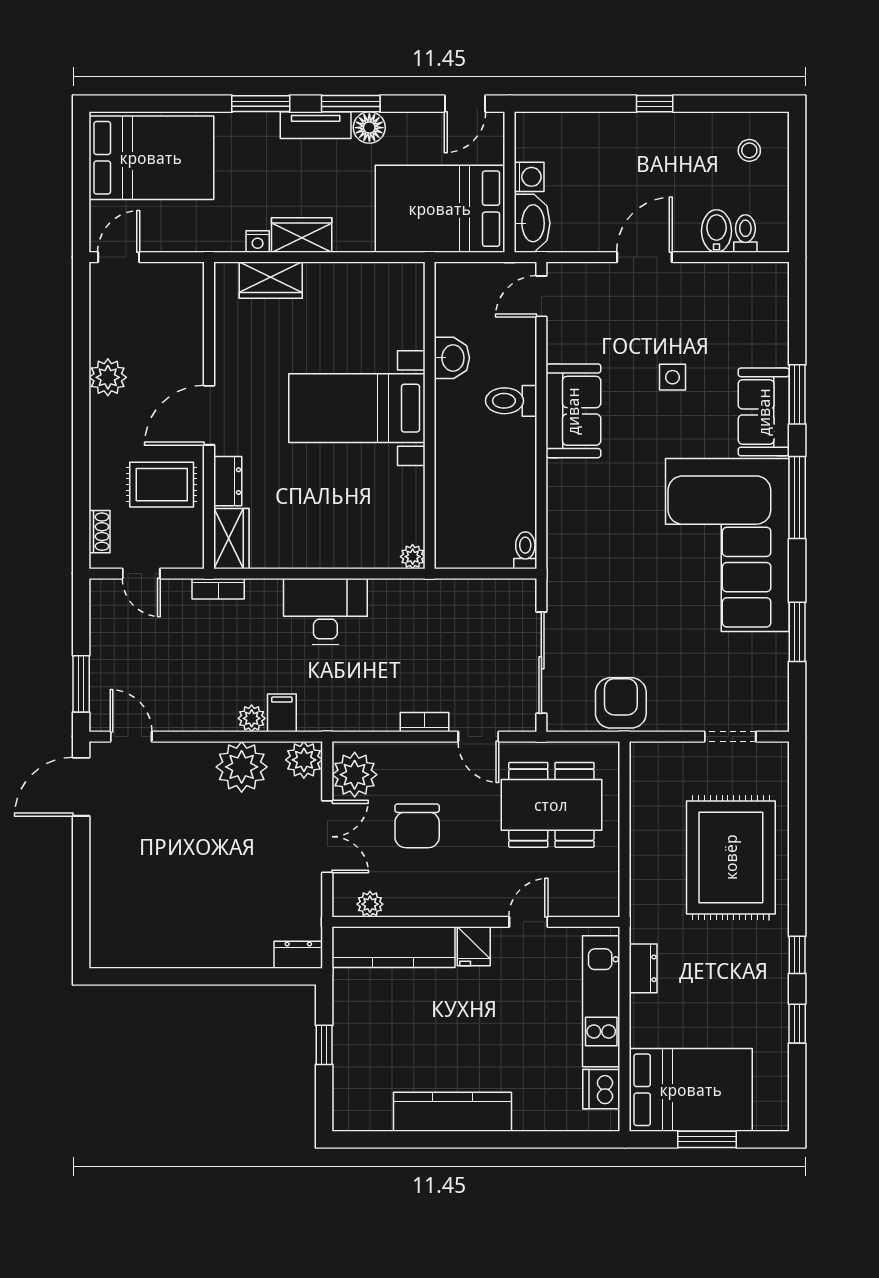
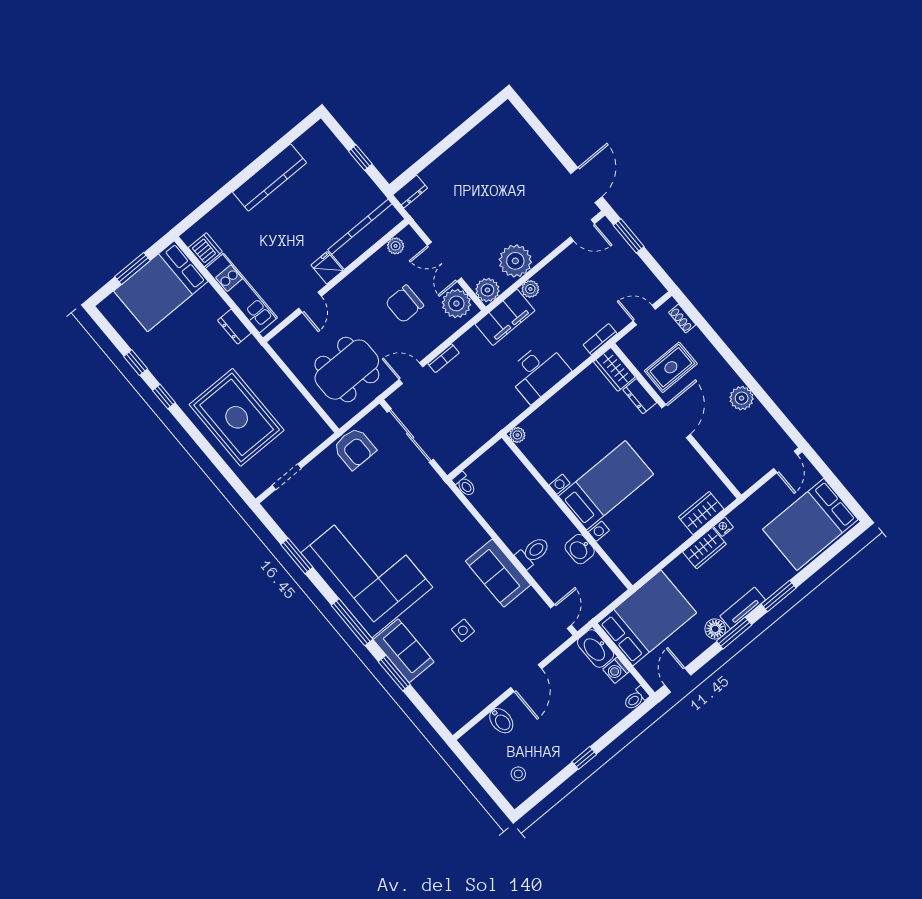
toilet: (745, 234) -> (636, 698), moved, turned 90
filing cabinet: (282, 713) -> (505, 317), width x3.00, depth x1.17
chair: (417, 826) -> (405, 304), turned -90

